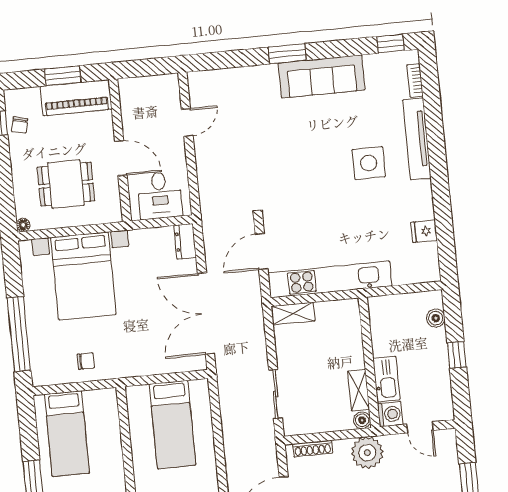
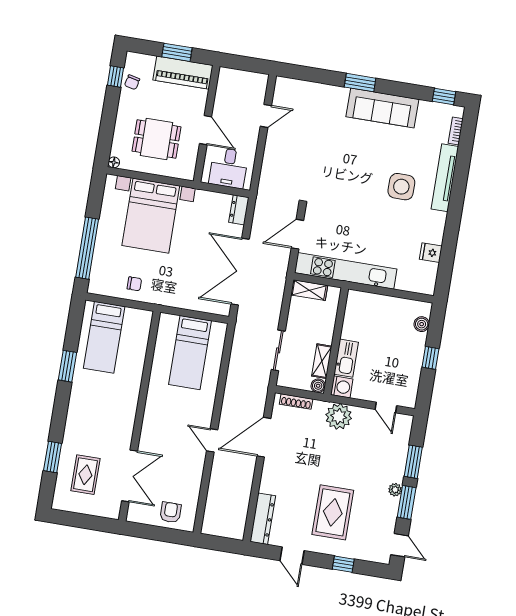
wall: (369, 362) -> (336, 341), moved
kitchen sink: (386, 379) -> (346, 358), moved
shelving: (359, 390) -> (322, 361), moved
washing machine: (390, 414) -> (342, 387), moved
boiler: (362, 420) -> (318, 386), moved

